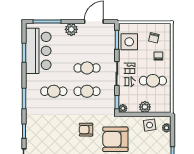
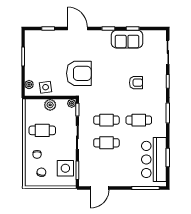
plant: (71, 29) -> (122, 180), removed
armchair: (86, 130) -> (136, 83), moved

